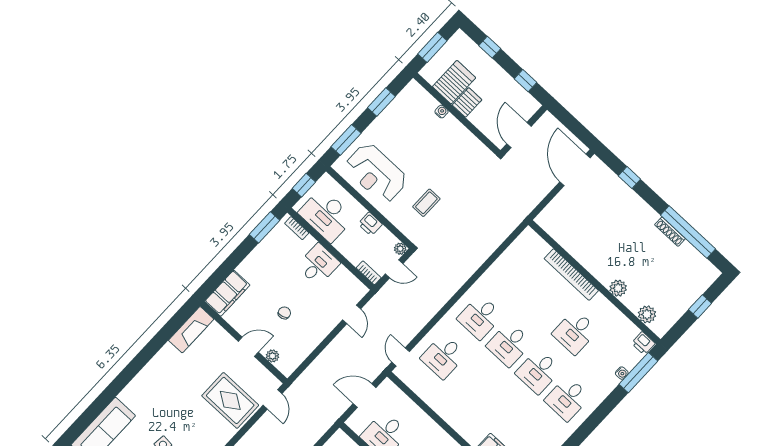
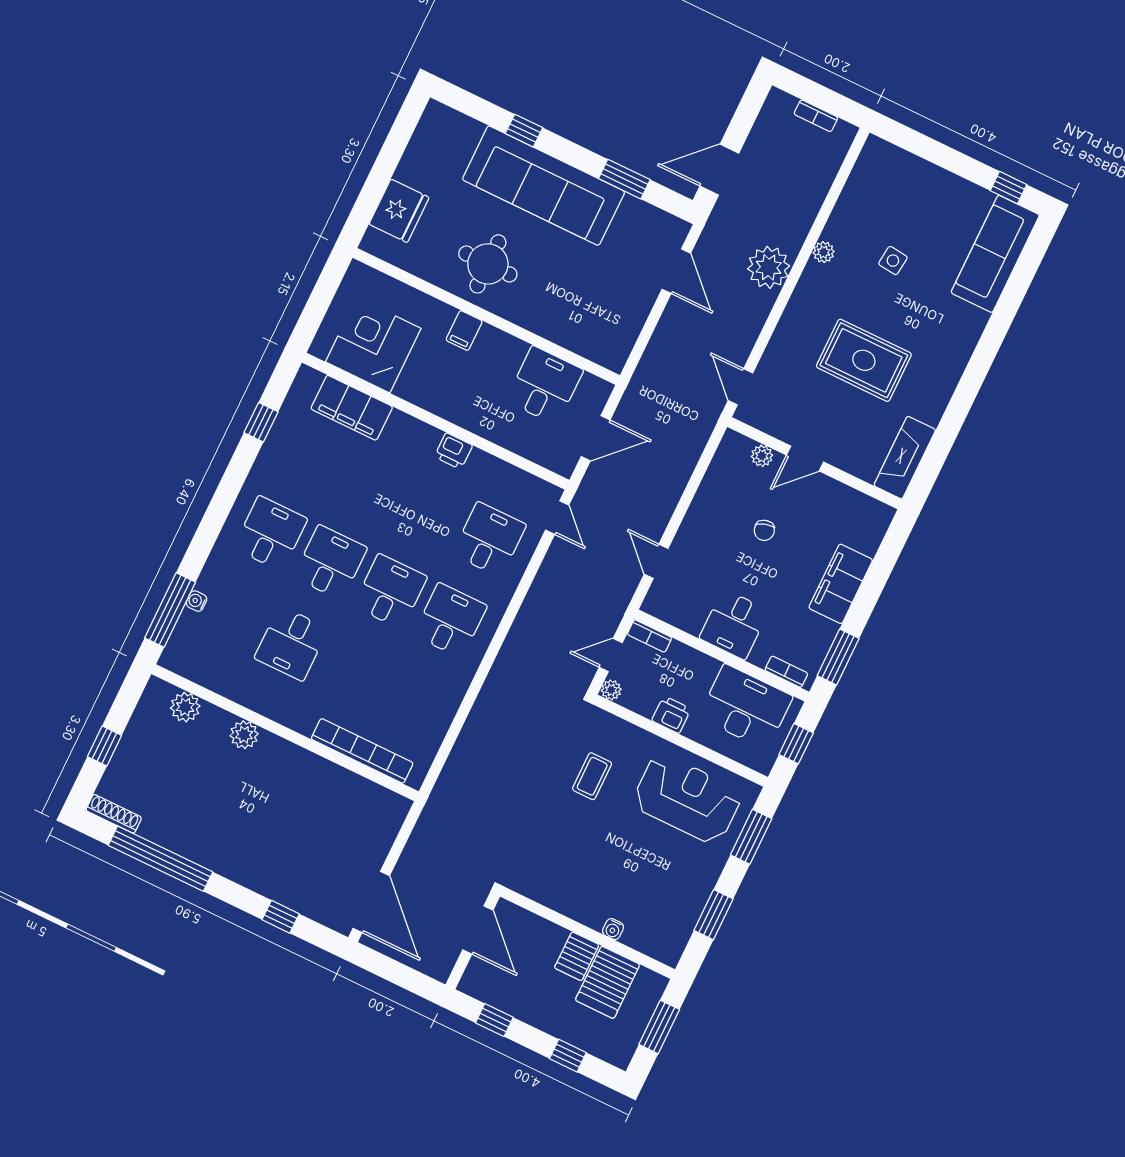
shoe rack: (670, 232) -> (114, 814), moved
bookcase: (571, 275) -> (362, 751), moved
filing cabinet: (227, 293) -> (841, 584), moved
desk: (575, 332) -> (291, 643), turned 180
printer: (643, 343) -> (453, 451), moved, turned 180
rug: (230, 400) -> (864, 360), moved

